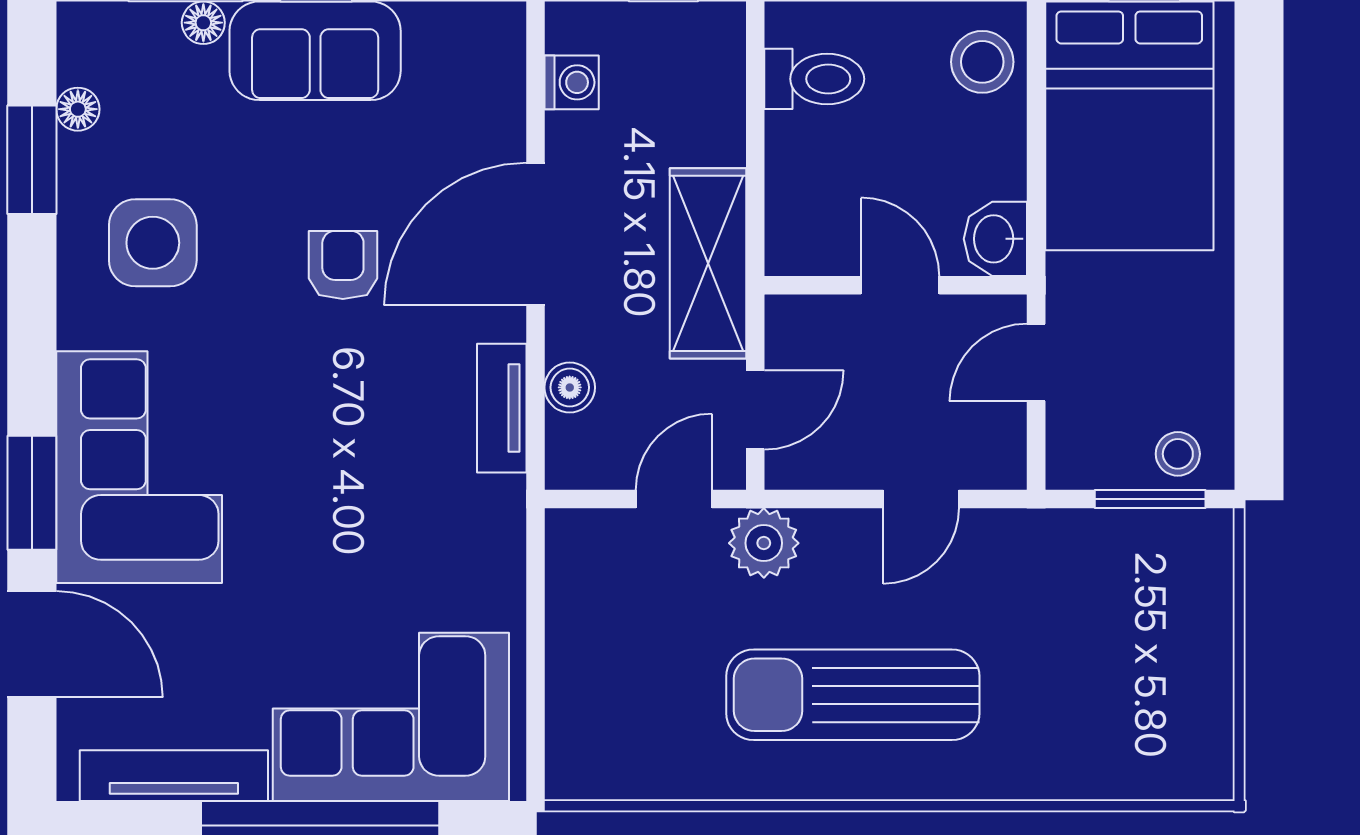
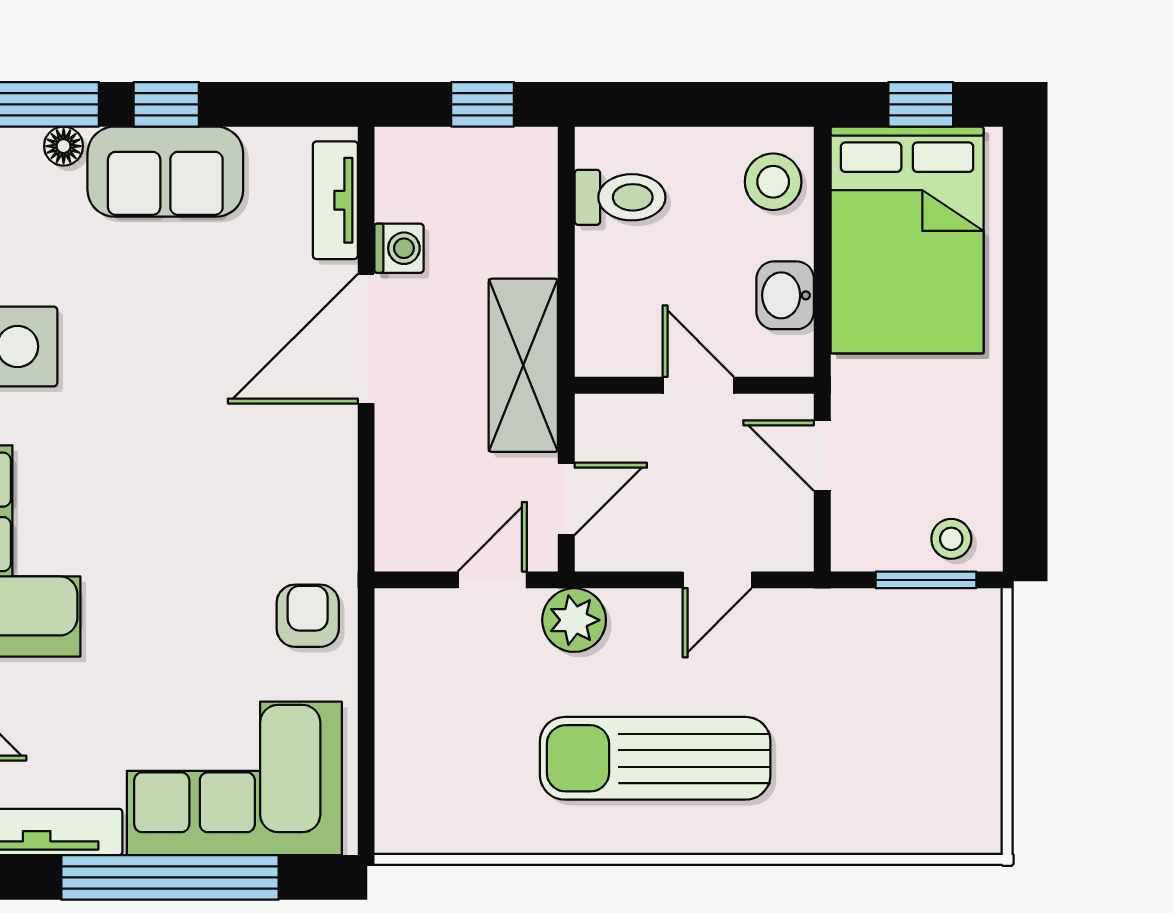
washing machine: (572, 82) -> (399, 248), moved
washbasin: (995, 239) -> (785, 295), moved
armchair: (343, 265) -> (308, 616), moved
door: (1036, 362) -> (822, 456), hinge flipped
boiler: (570, 387) -> (397, 478), removed
tv unit: (502, 408) -> (335, 200), moved

